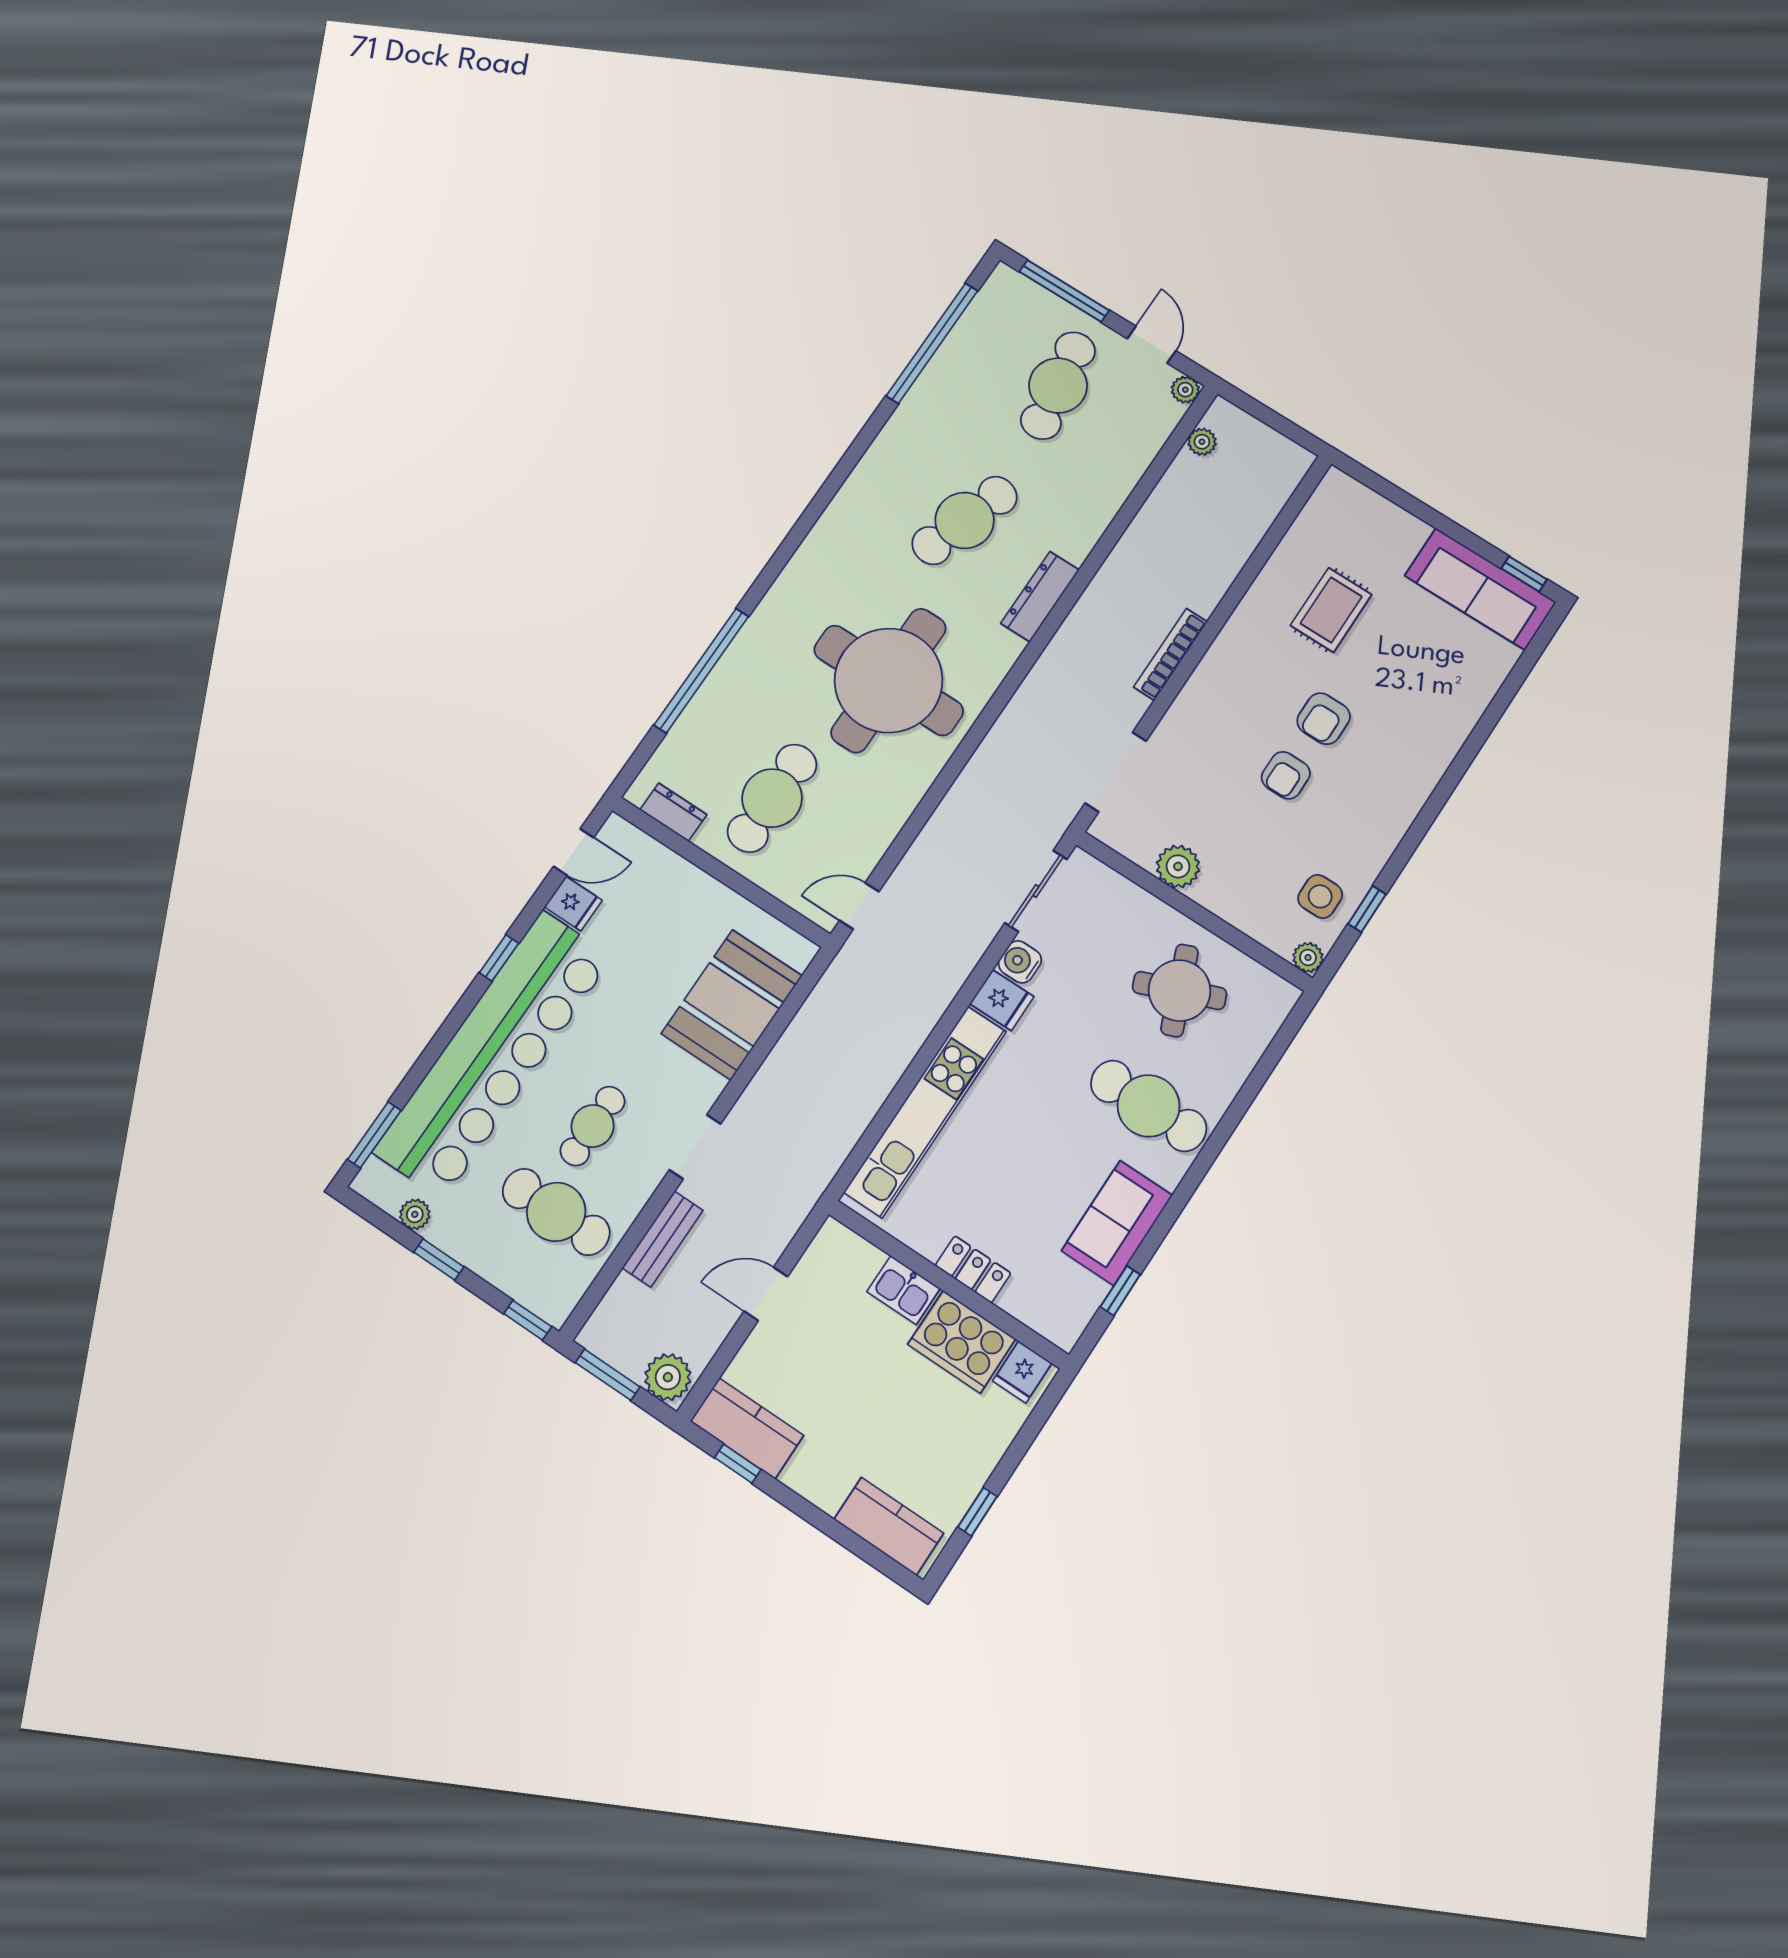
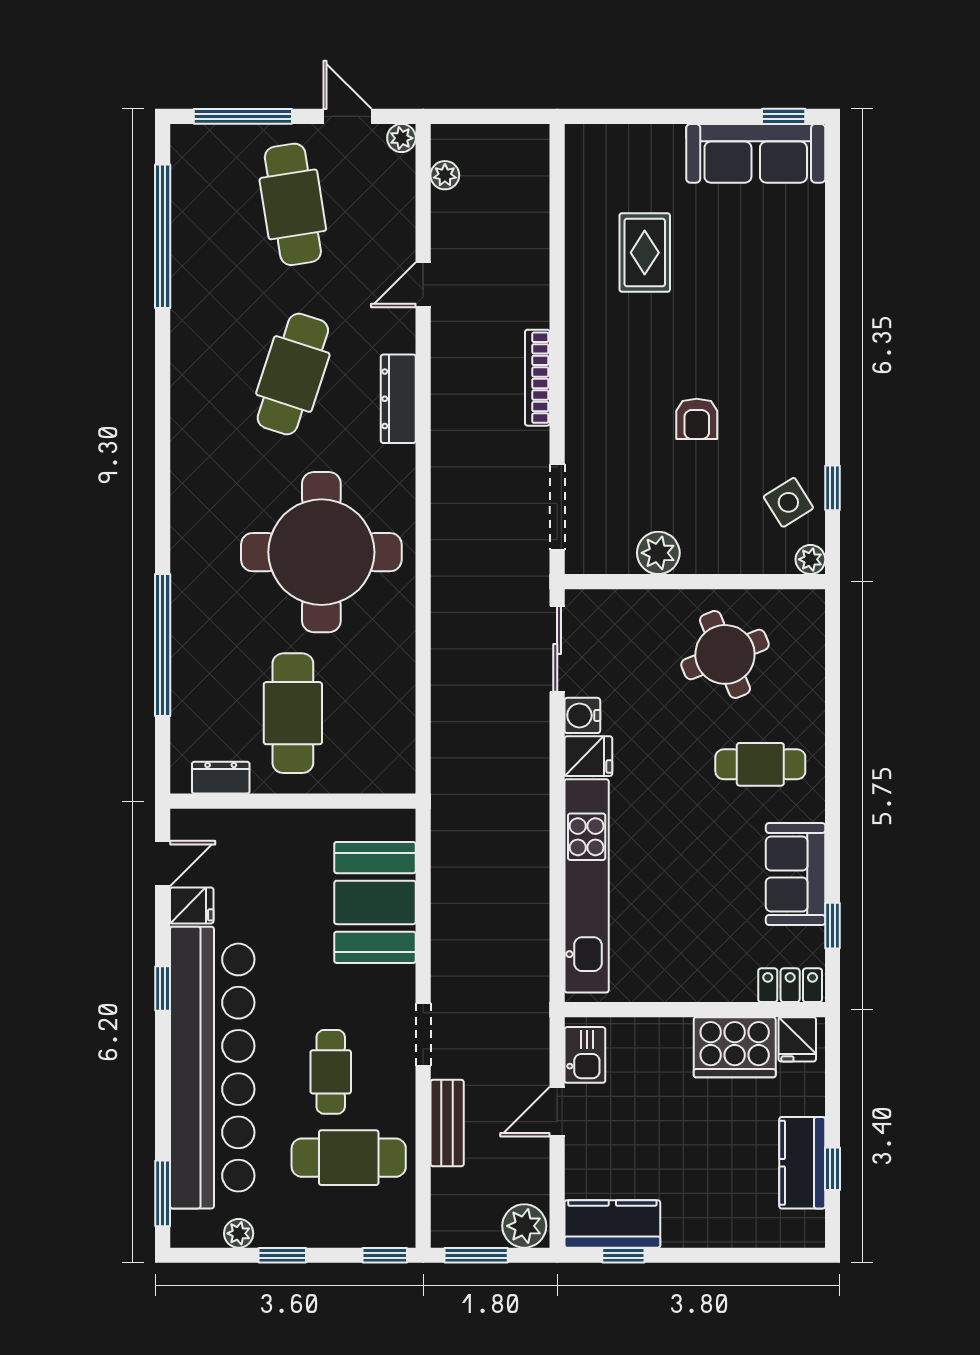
armchair: (1324, 719) -> (697, 350), removed
side table: (1320, 896) -> (788, 502), turned -32
door: (859, 906) -> (423, 285), moved
cafe table: (1149, 1106) -> (760, 764), width x0.73, depth x0.74
locker: (973, 1269) -> (790, 985), moved
kitchen sink: (904, 1290) -> (585, 1055), moved, turned -90
kitchen counter: (889, 1526) -> (802, 1163), moved, turned -90

